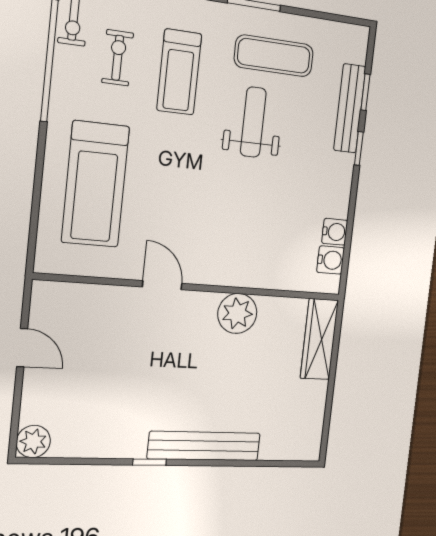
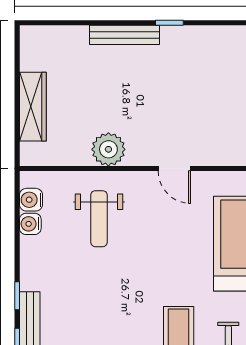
weight bench: (253, 122) -> (99, 219), moved
wardrobe: (319, 339) -> (33, 107), moved
bench: (204, 446) -> (124, 35), width x0.73, depth x0.82

